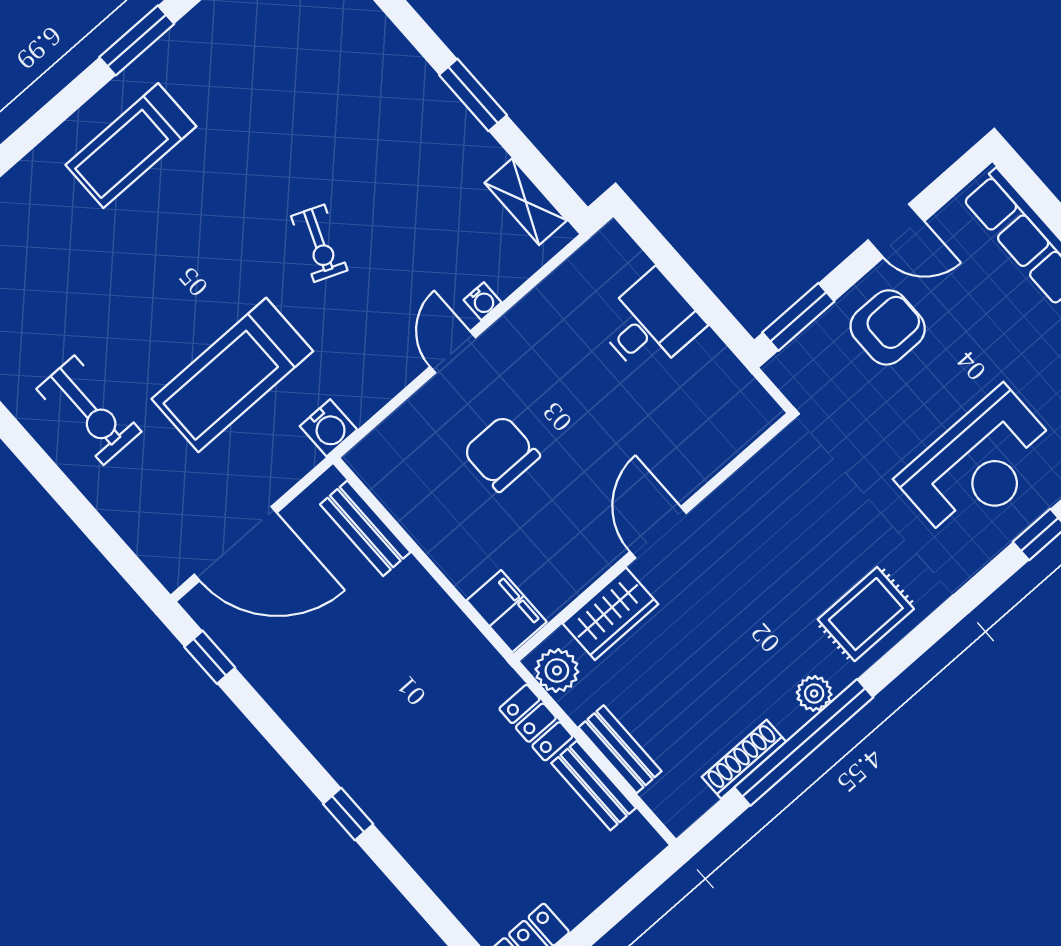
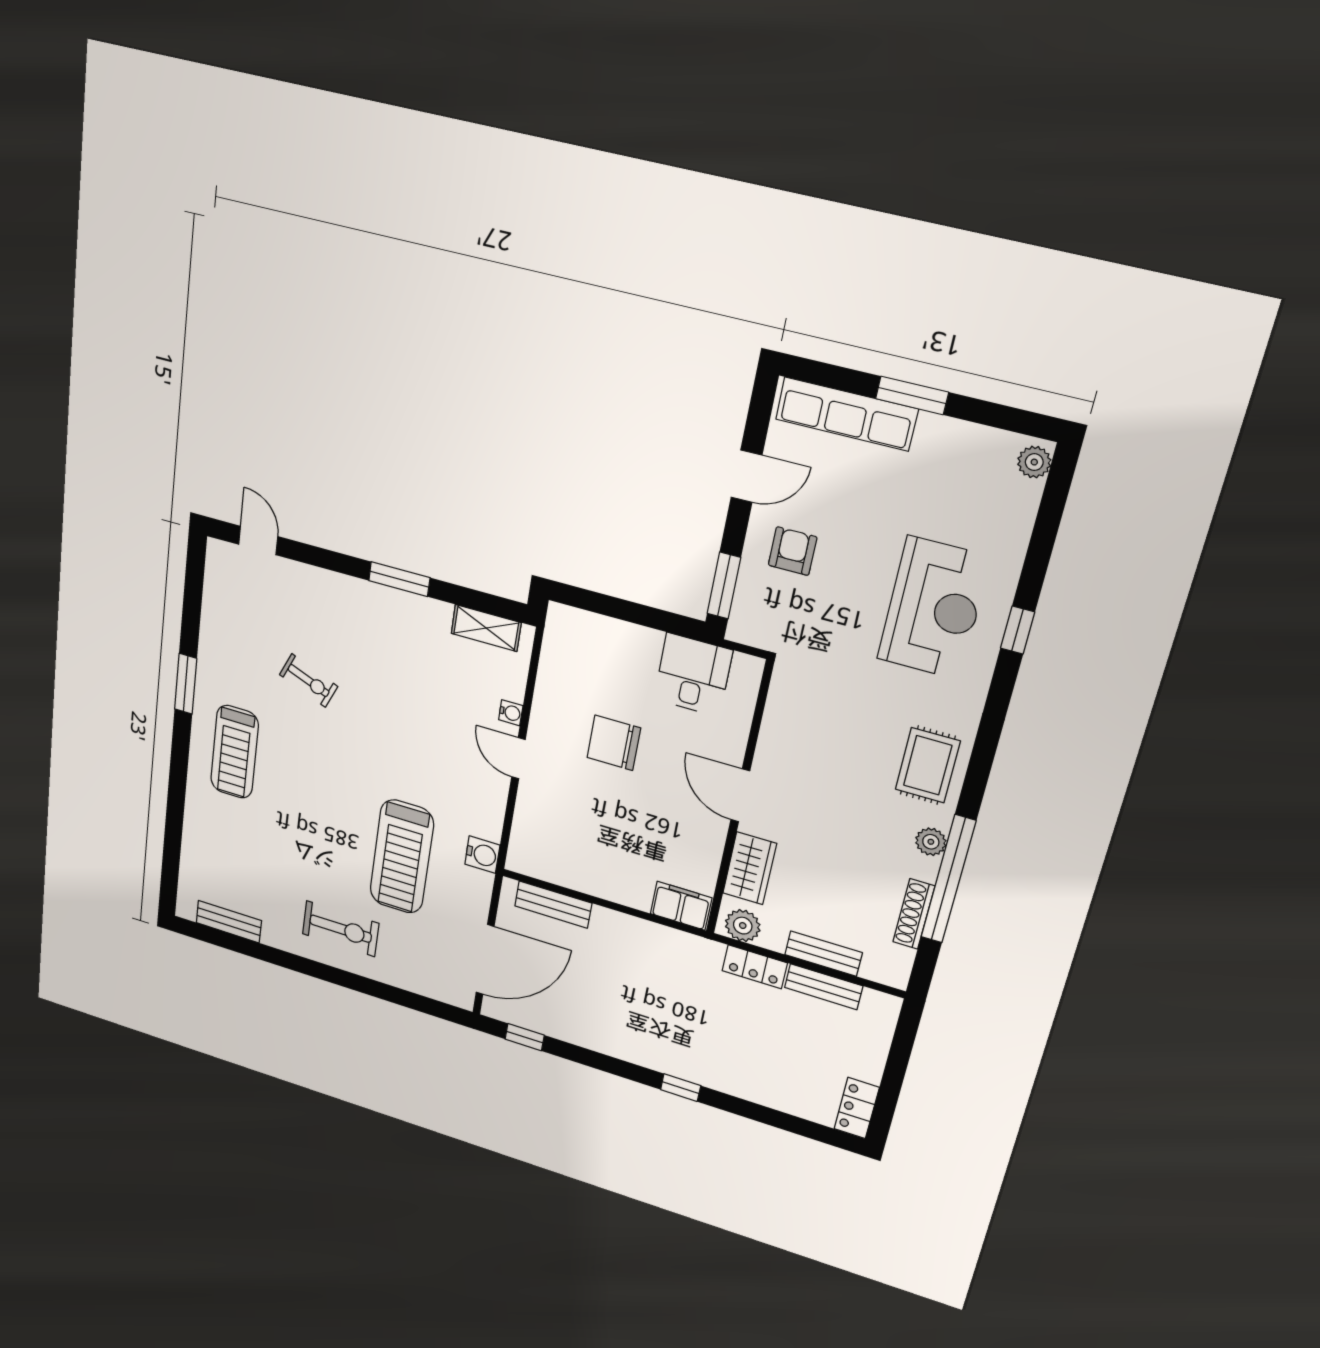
exercise bike: (319, 243) -> (309, 681), moved
desk: (650, 323) -> (693, 675), moved
armchair: (888, 327) -> (793, 551), width x0.72, depth x0.72
chair: (501, 453) -> (614, 743), moved

